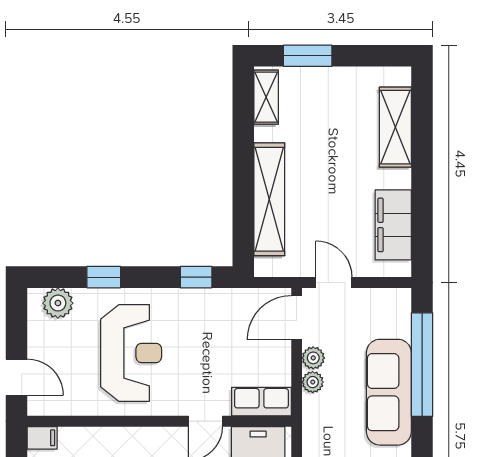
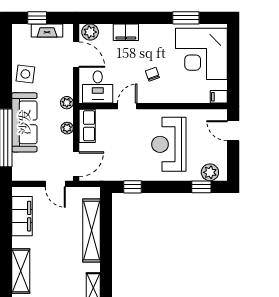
window: (104, 277) -> (201, 187), moved
plant: (313, 358) -> (67, 103), moved
row of seats: (261, 402) -> (87, 126), moved, turned -90

